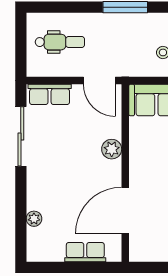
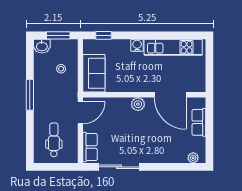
plant: (112, 149) -> (138, 104), moved
plant: (34, 219) -> (193, 158), moved

